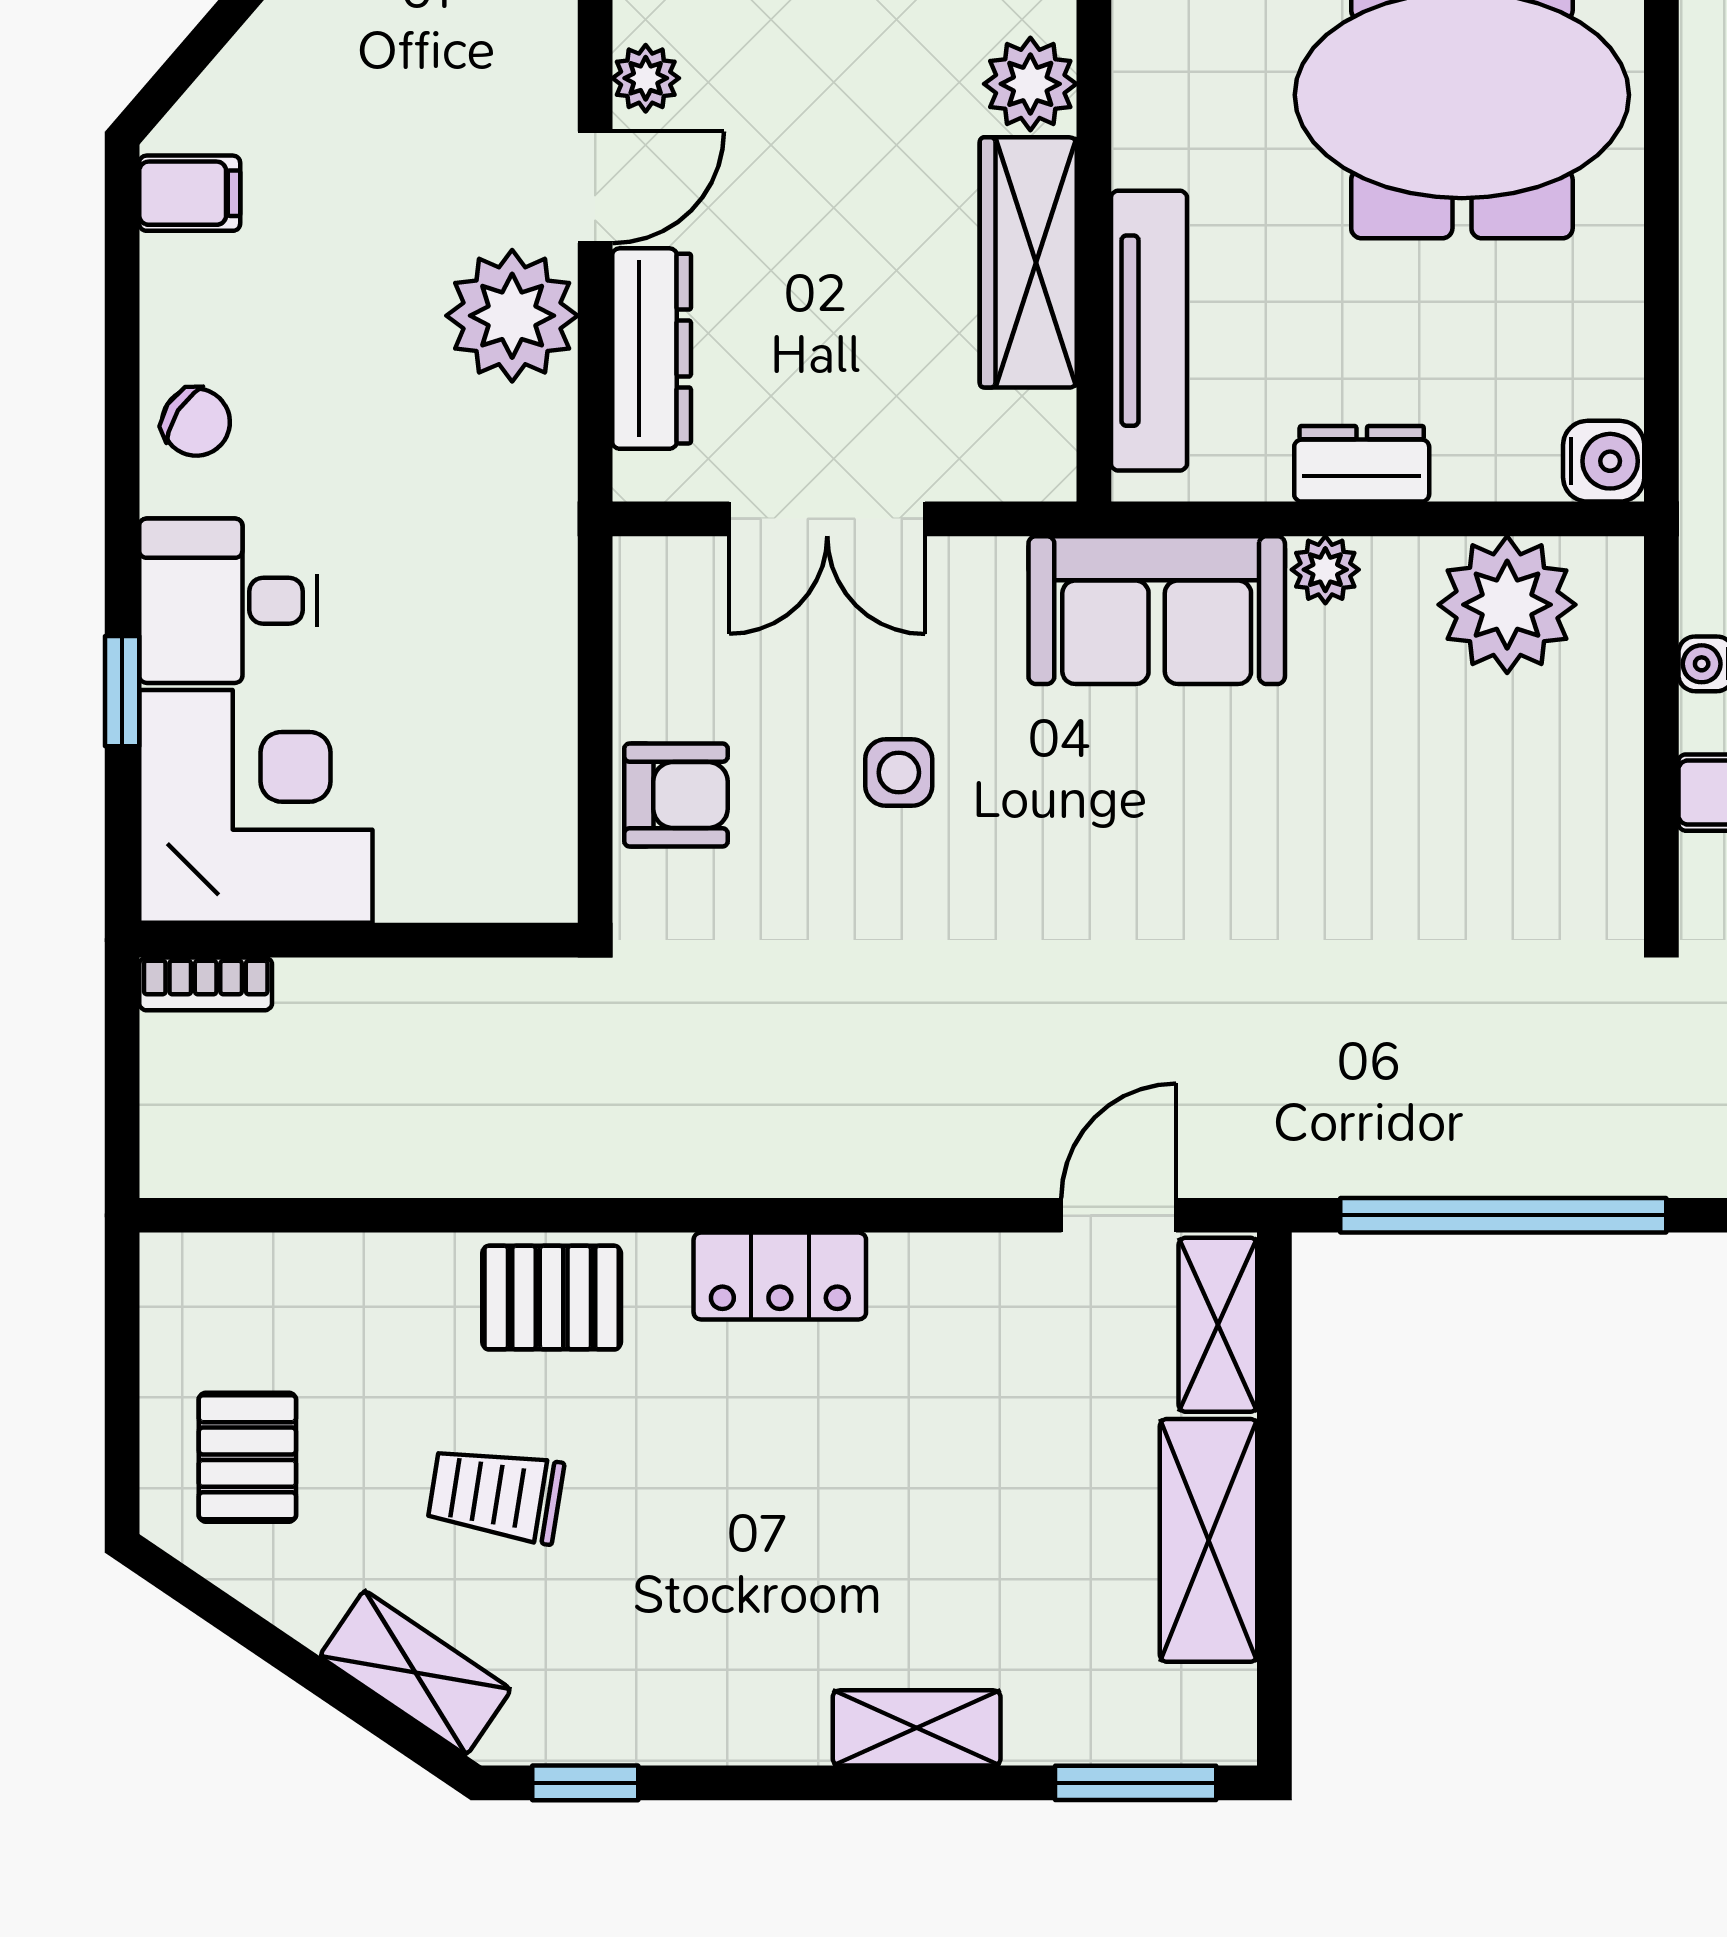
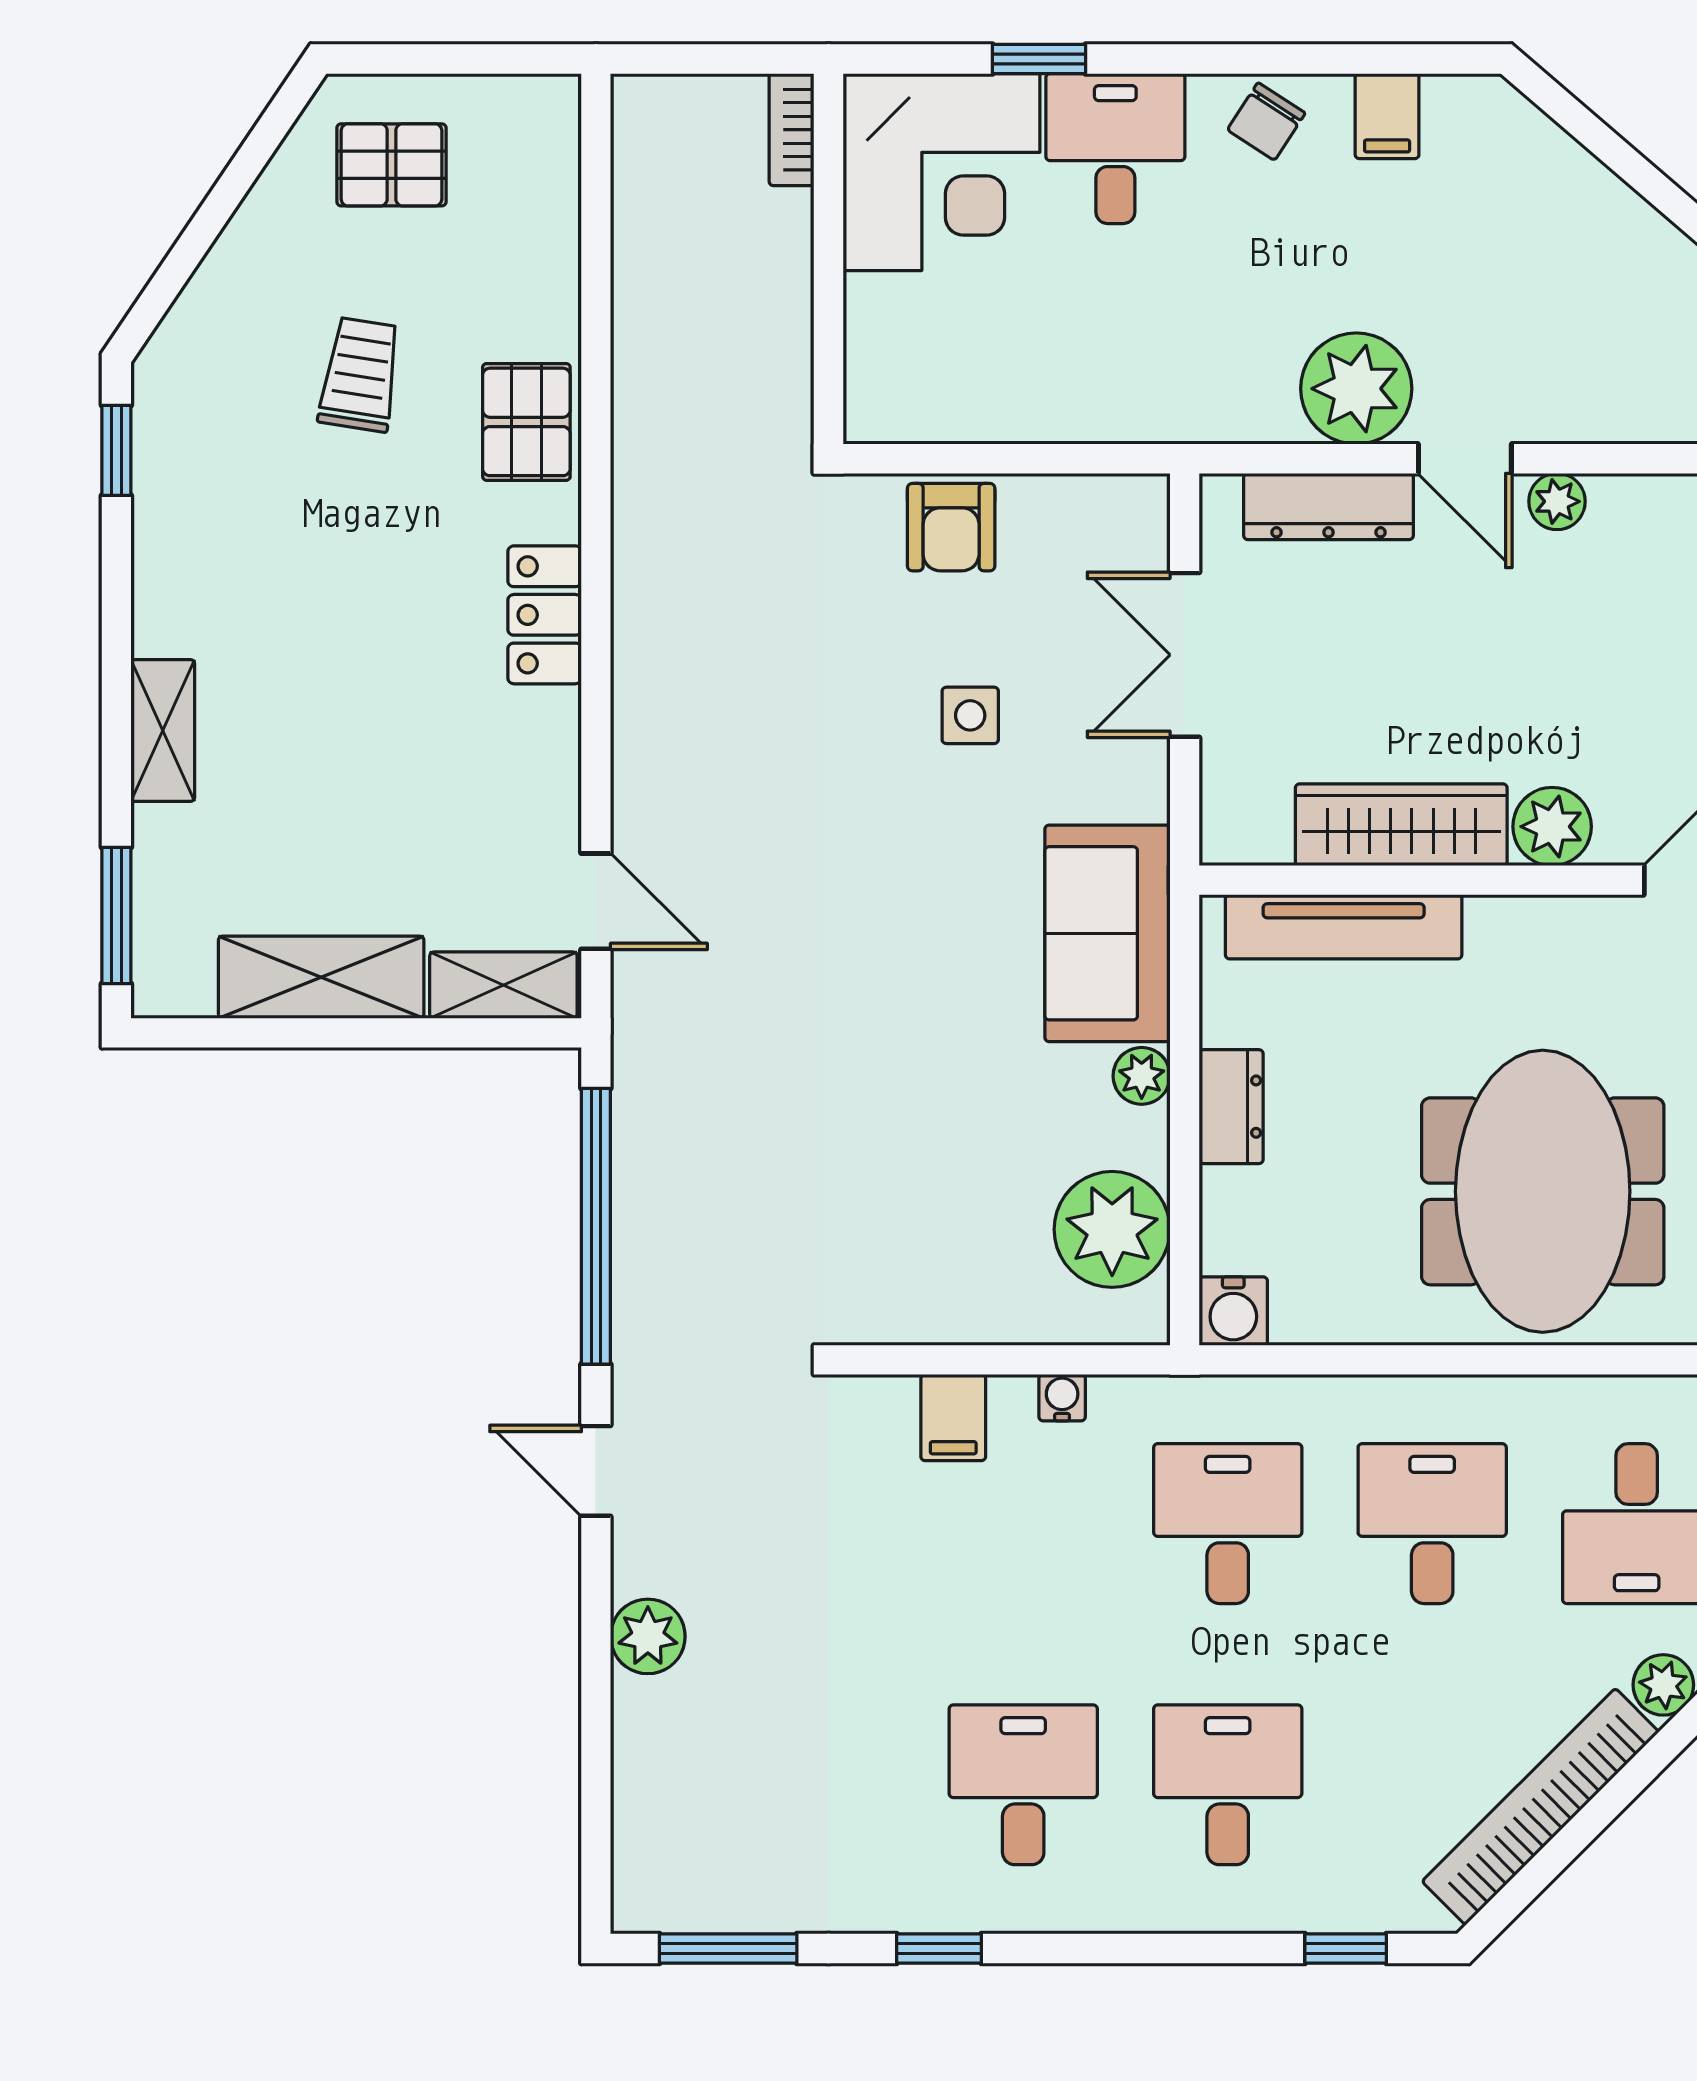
filing cabinet: (190, 193) -> (1387, 116), moved
shelving: (415, 1673) -> (209, 307), removed

